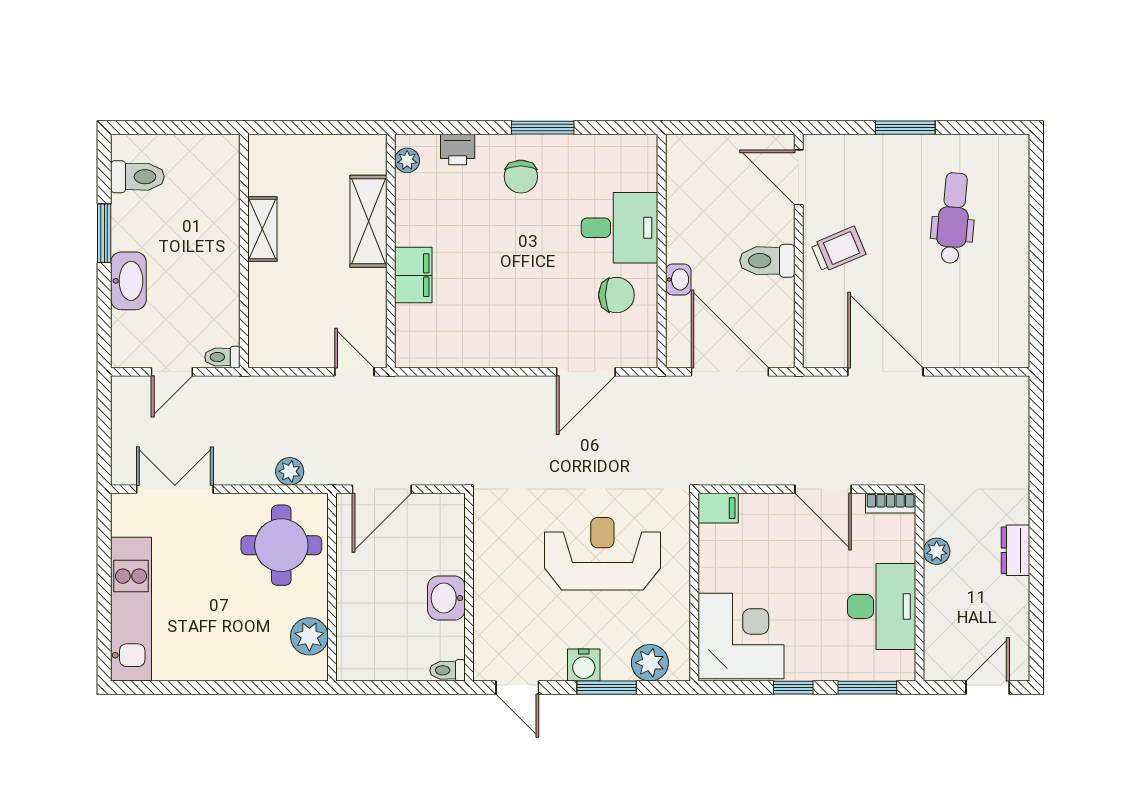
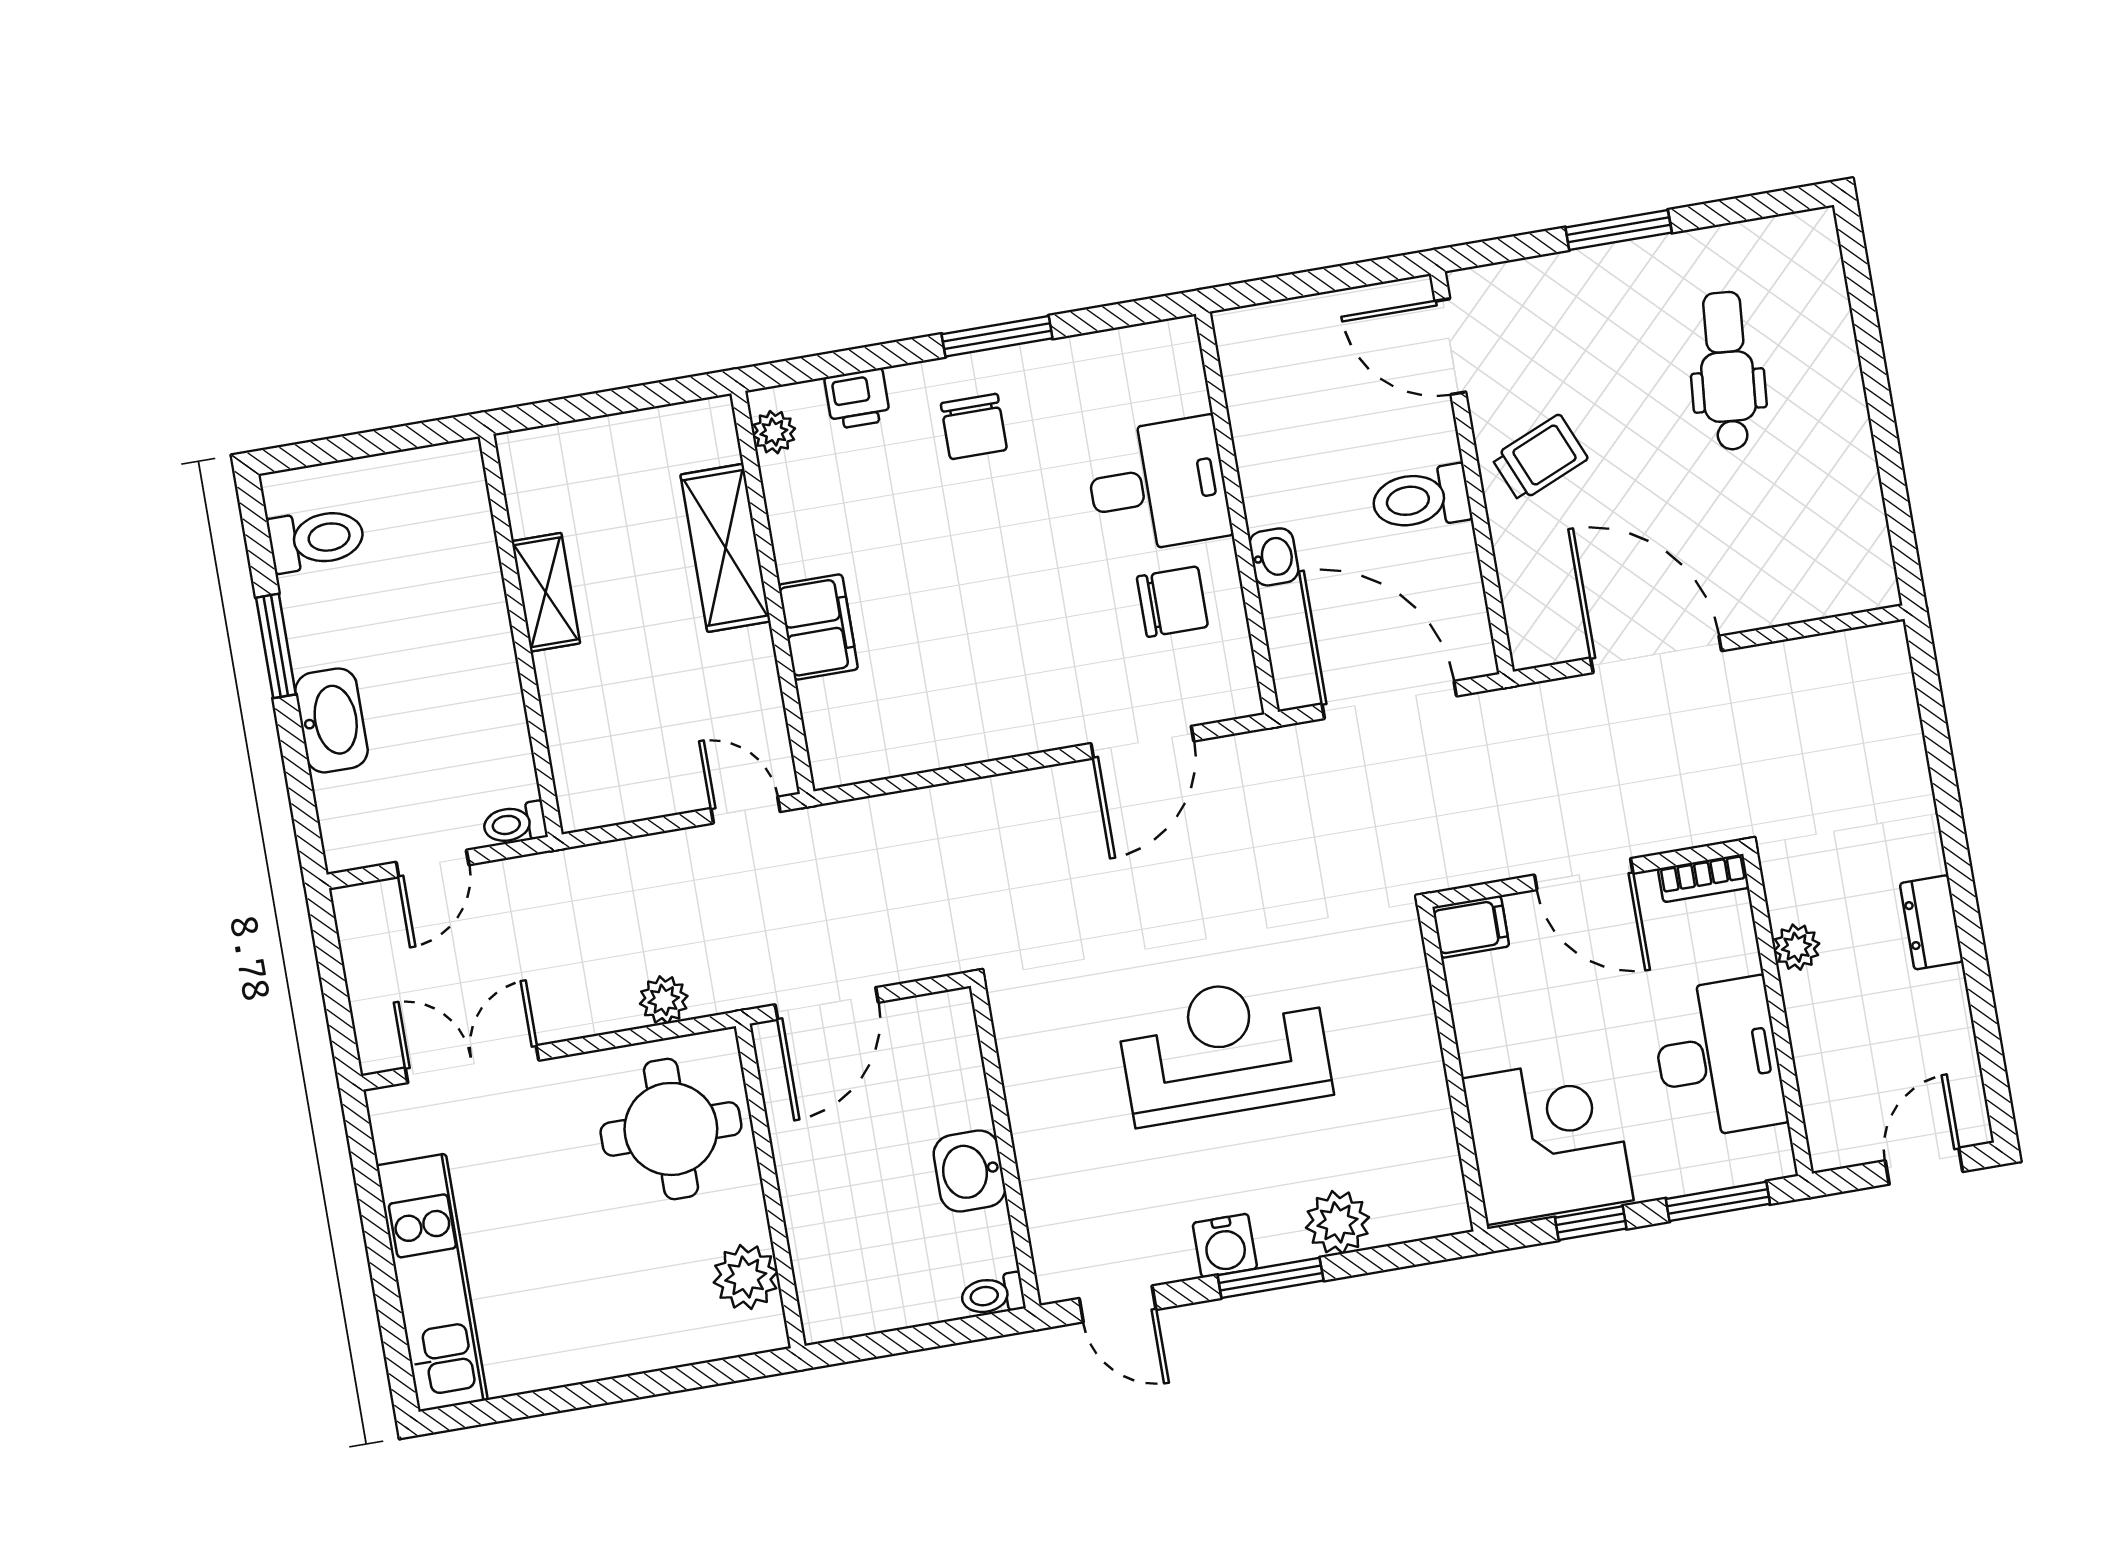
filing cabinet: (718, 508) -> (1471, 927), moved
wall: (694, 587) -> (1453, 1069), moved
corner desk: (741, 636) -> (1548, 1139), moved

